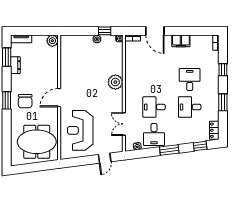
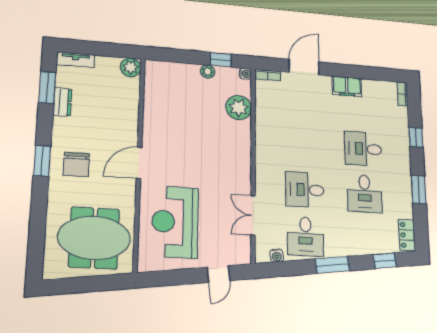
door: (155, 31) -> (304, 67), swing flipped
desk: (190, 80) -> (363, 149), turned -90
plant: (115, 82) -> (239, 108), moved
desk: (190, 107) -> (365, 194), turned -90

